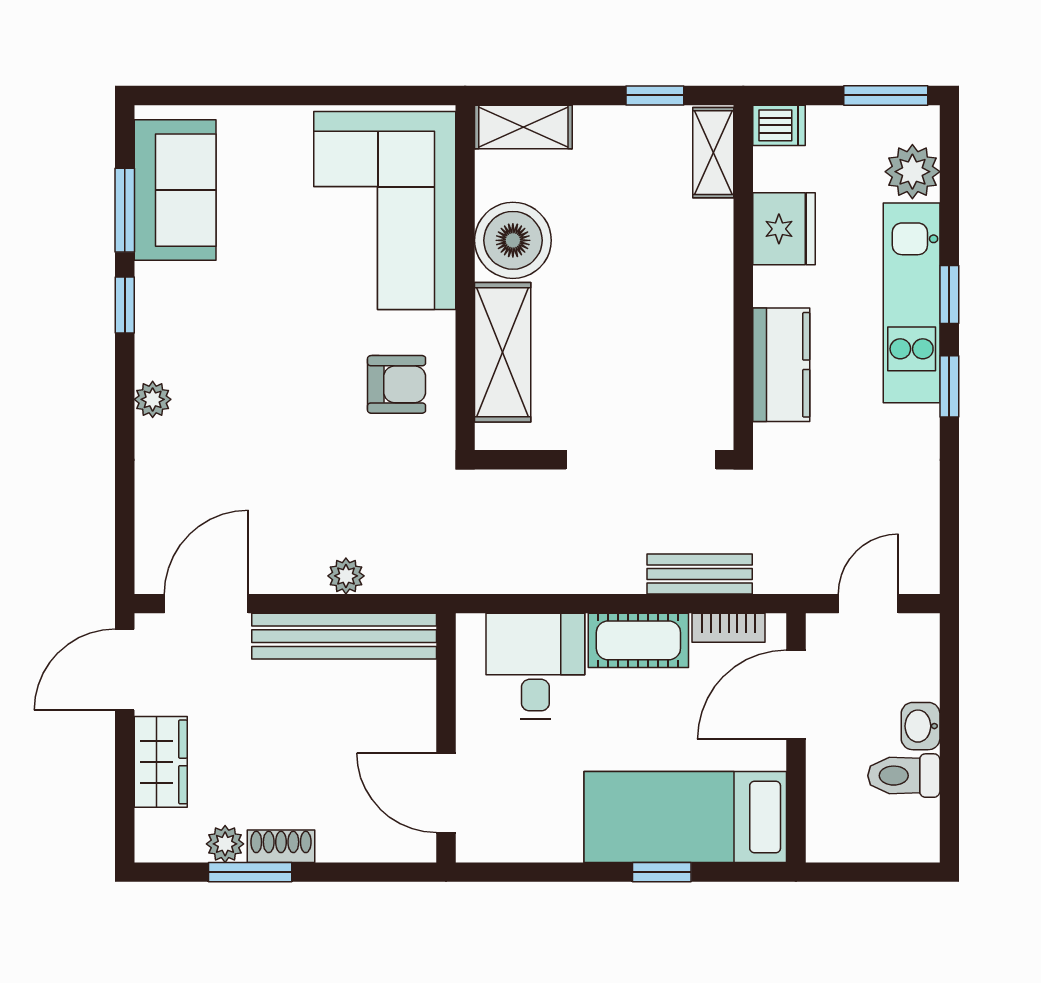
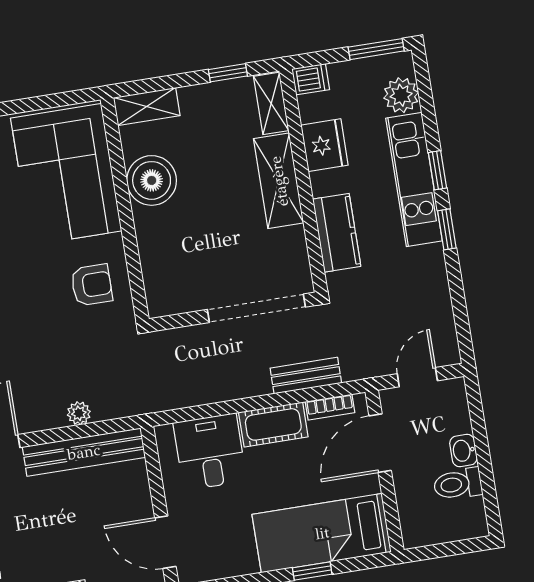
shelving: (503, 352) -> (279, 181), moved

